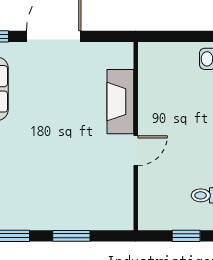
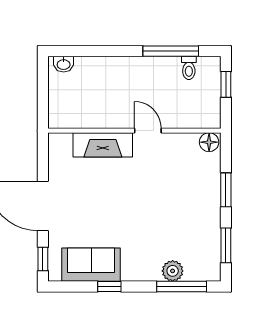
floor lamp: (123, 217) -> (209, 142), added

